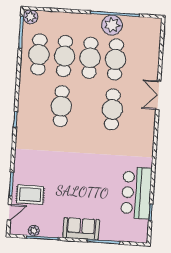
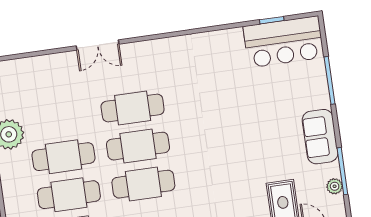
cafe table: (116, 59) -> (138, 146), moved
bar counter: (136, 193) -> (284, 42), moved
sofa: (81, 229) -> (320, 137), moved

